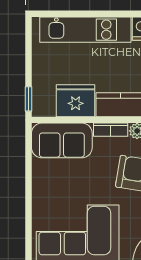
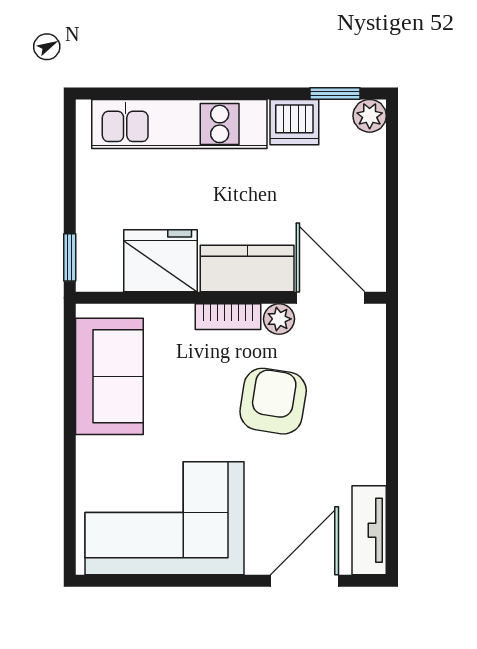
sofa: (62, 140) -> (109, 376), moved, turned -90

